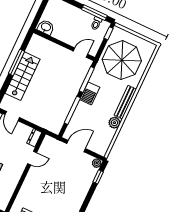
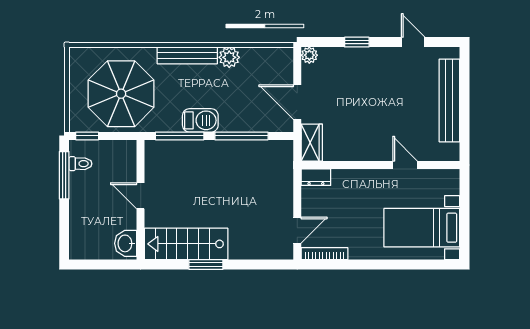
door: (80, 53) -> (141, 196), moved
window: (16, 62) -> (206, 265), width x0.69
stairs: (22, 76) -> (186, 244), moved
wardrobe: (52, 144) -> (312, 143), added
door: (32, 158) -> (405, 165), moved
window: (98, 177) -> (357, 42), moved

